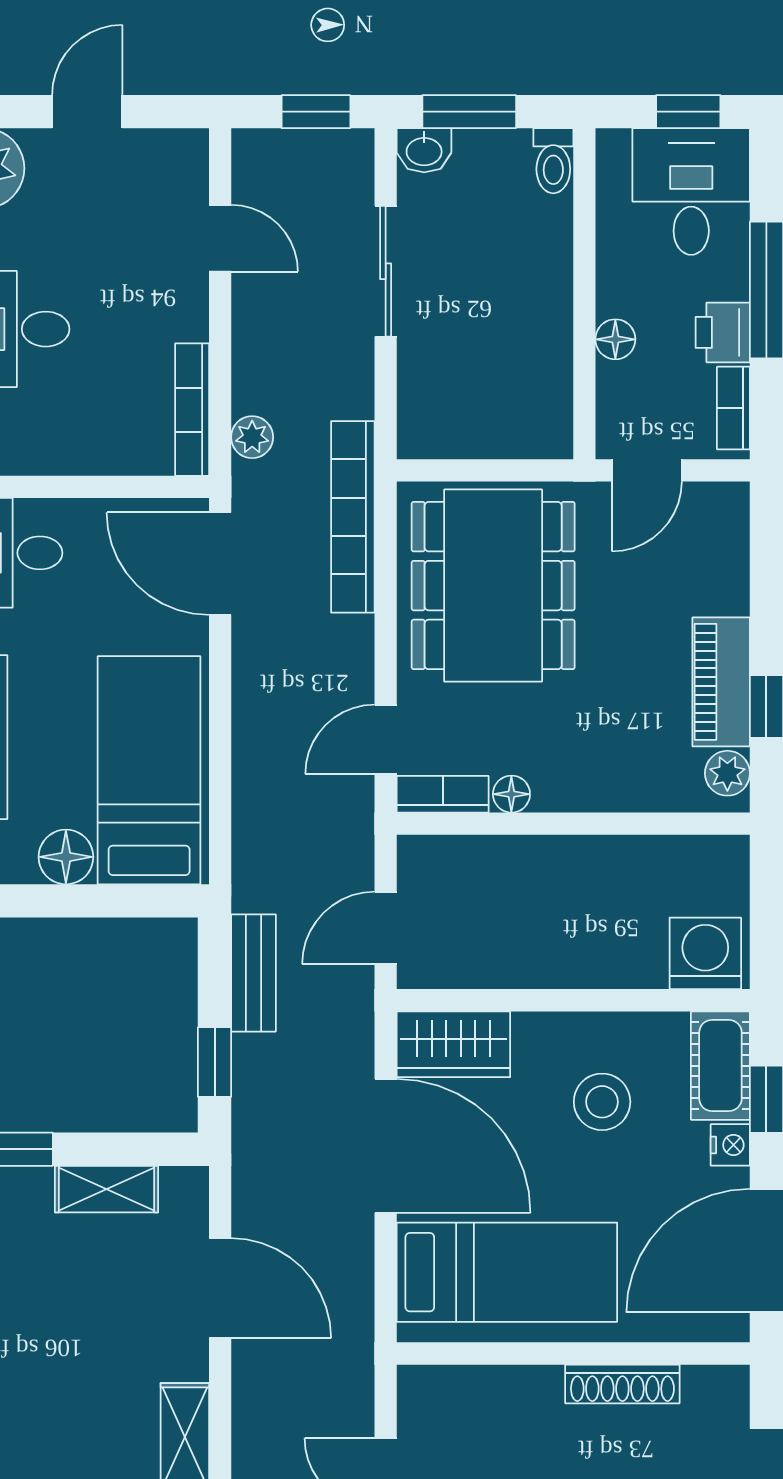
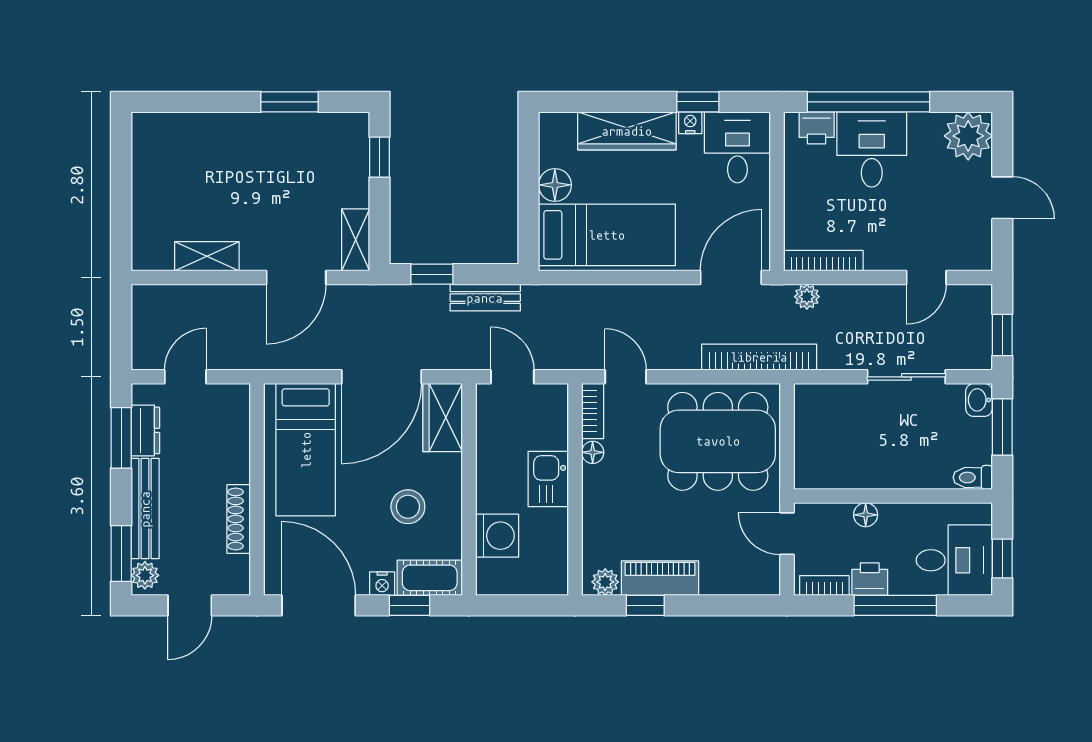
kitchen sink: (556, 868) -> (548, 479), added
washing machine: (705, 953) -> (497, 536), moved
shelving: (107, 1189) -> (356, 240), moved

